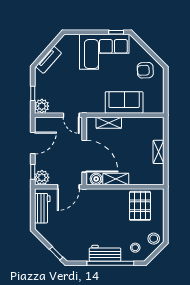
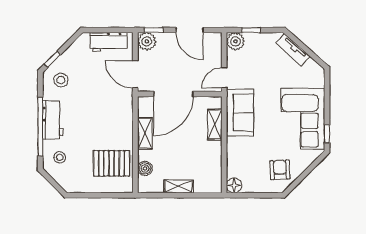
sofa: (124, 102) -> (240, 113), moved
floor lamp: (158, 107) -> (234, 185), added
boiler: (96, 179) -> (145, 168), moved
stool: (154, 239) -> (61, 80), moved

